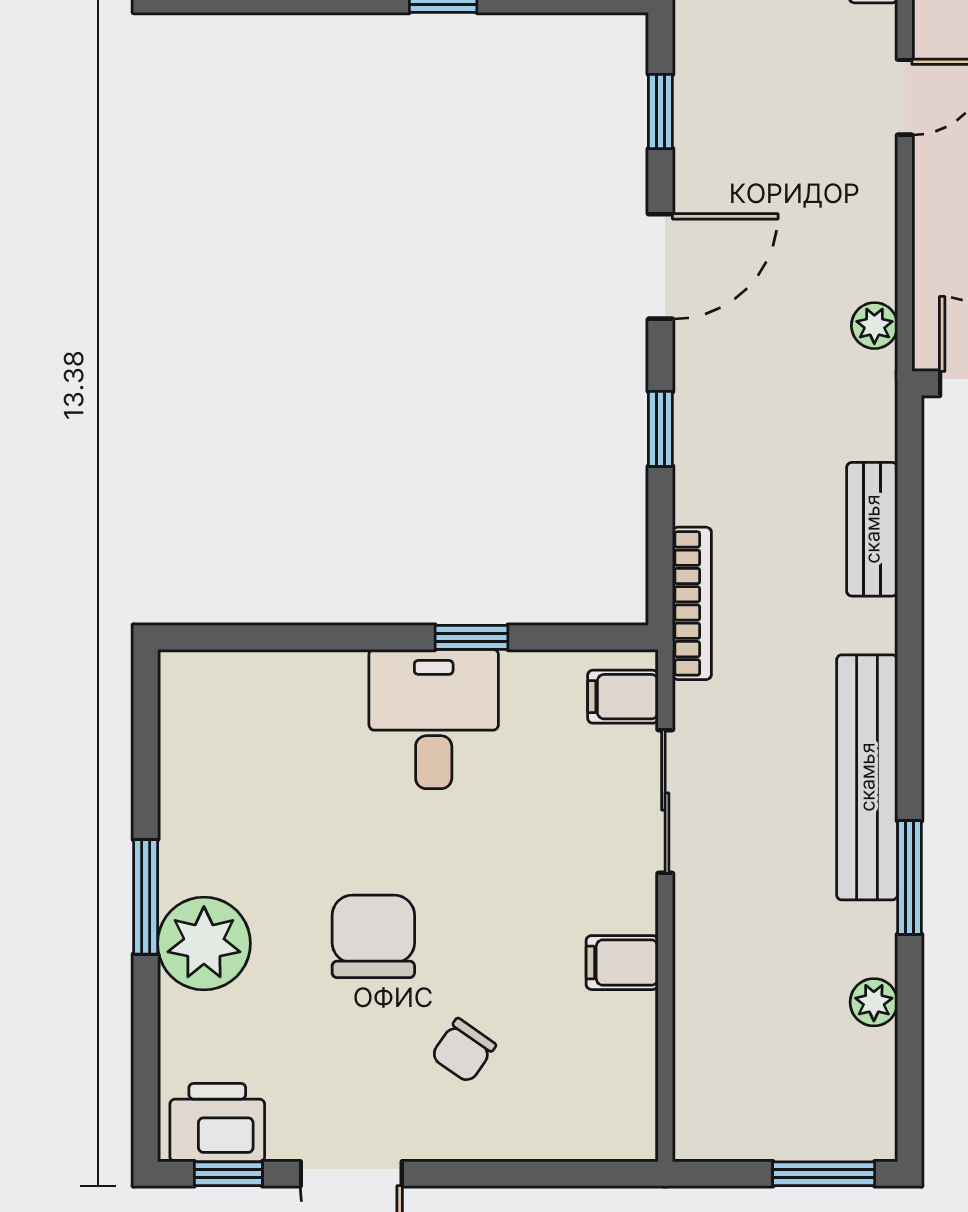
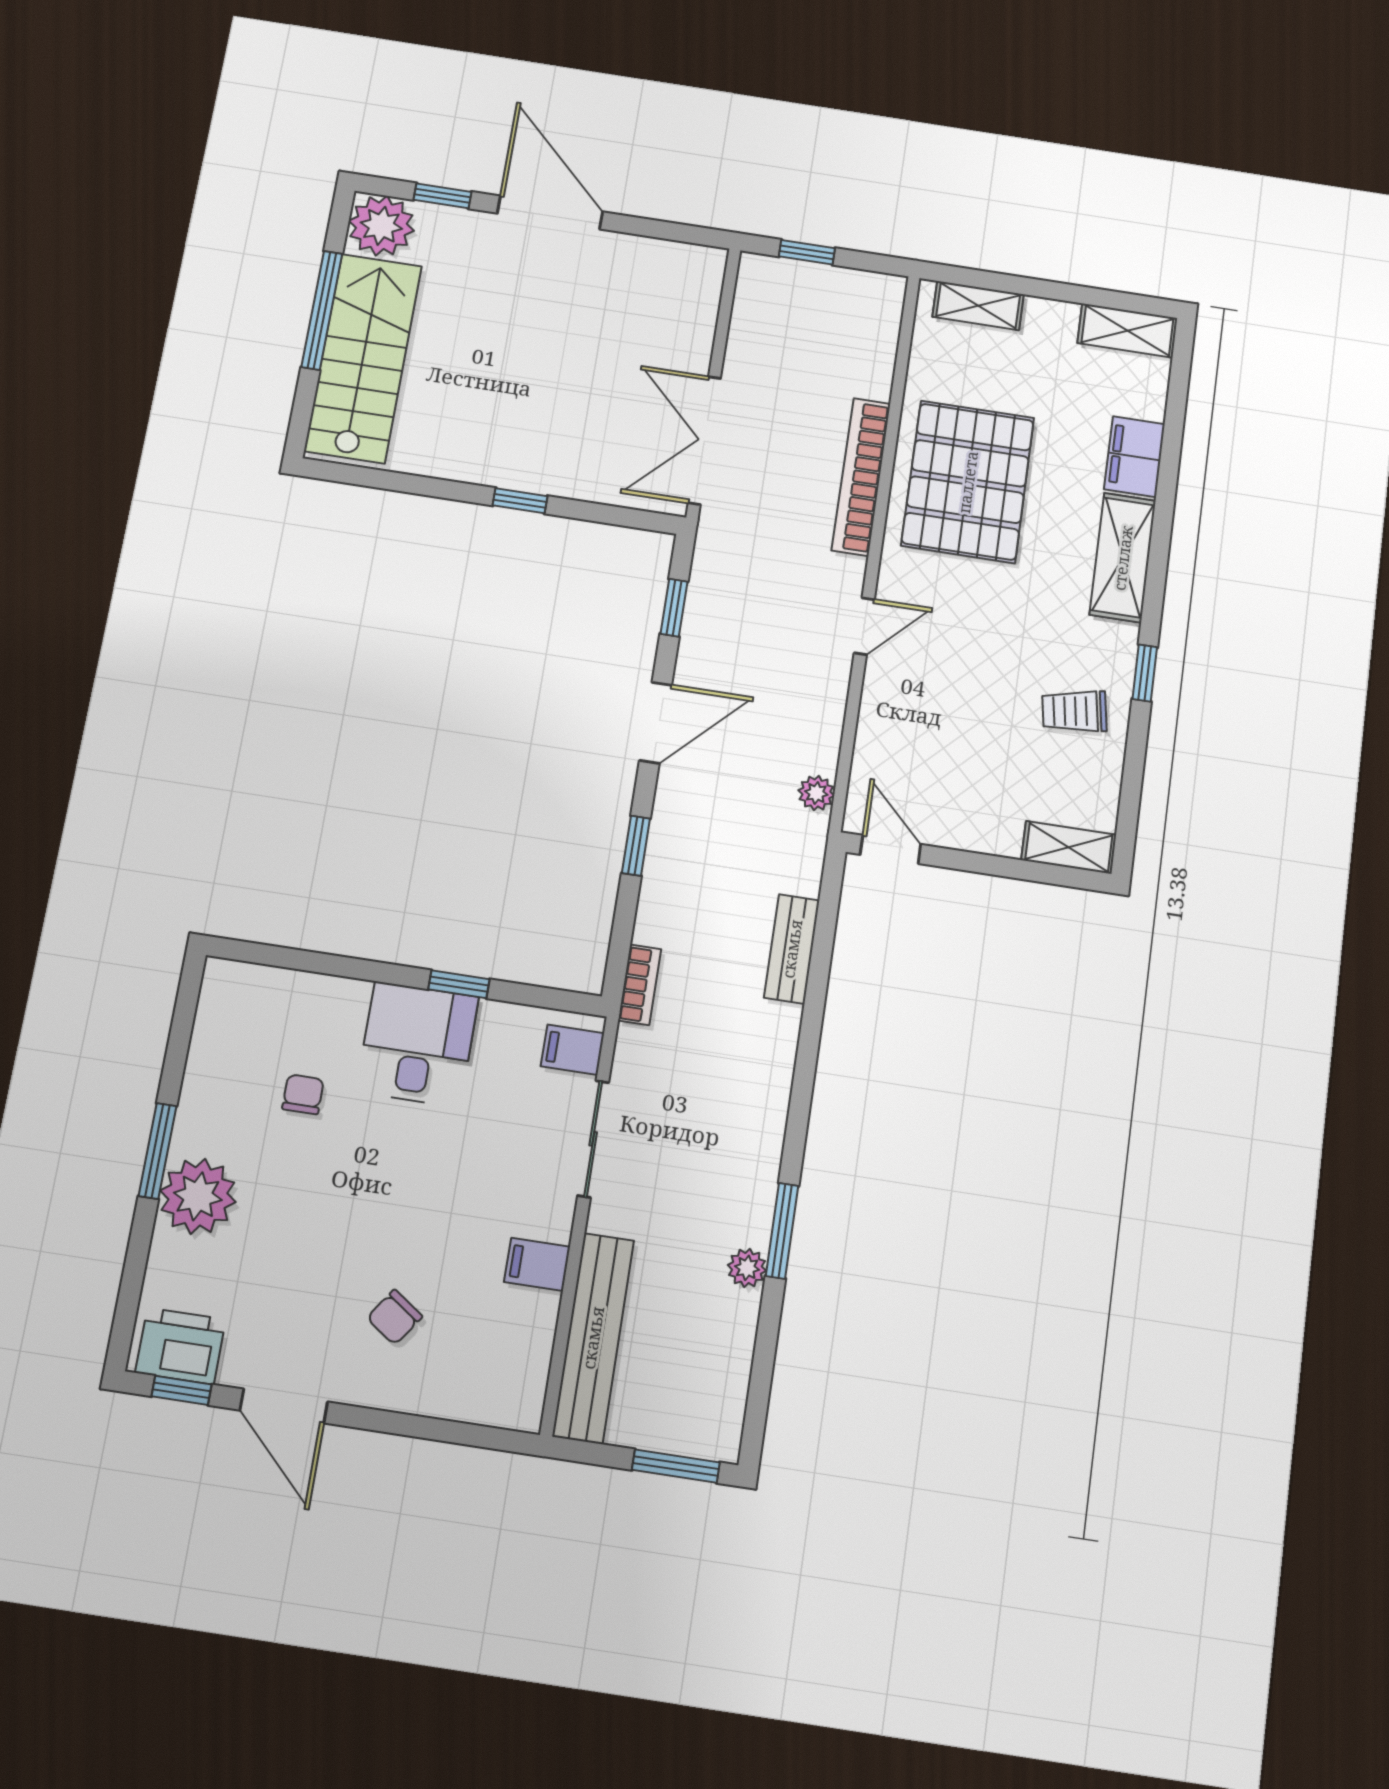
bookcase: (692, 603) -> (640, 985), width x0.64
bench: (867, 777) -> (593, 1338), moved
chair: (373, 936) -> (303, 1094), moved, width x0.54, depth x0.54
plant: (874, 1002) -> (747, 1268), moved

